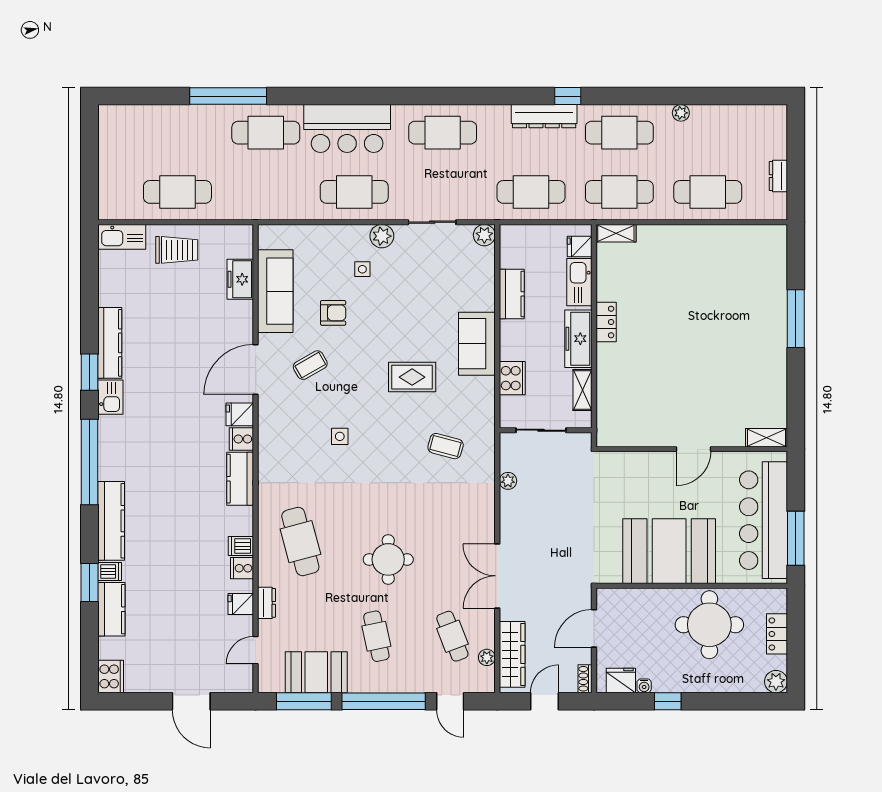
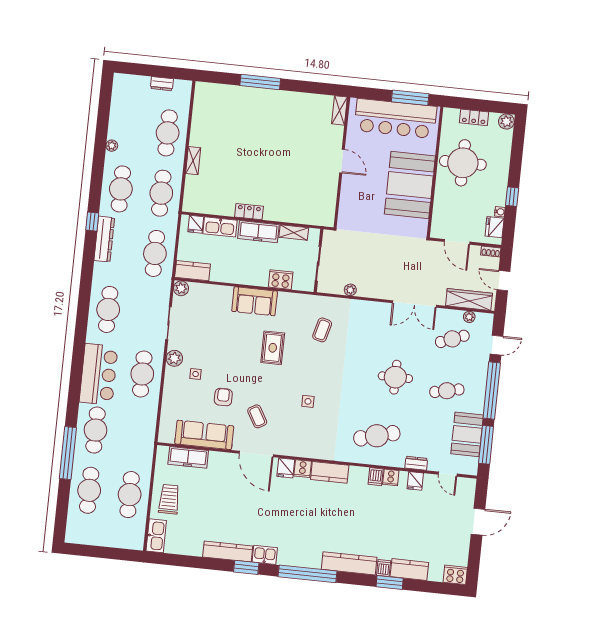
cafe table: (177, 133) -> (89, 490), added
shelving: (616, 233) -> (193, 161), moved
freezer: (240, 279) -> (188, 457), width x1.40
kitchen counter: (512, 294) -> (193, 271), moved

